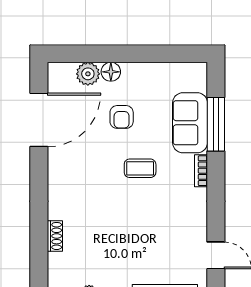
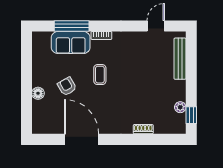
plant: (88, 74) -> (39, 108), removed
armchair: (122, 117) -> (67, 86), turned -120
door: (39, 120) -> (82, 139), moved

